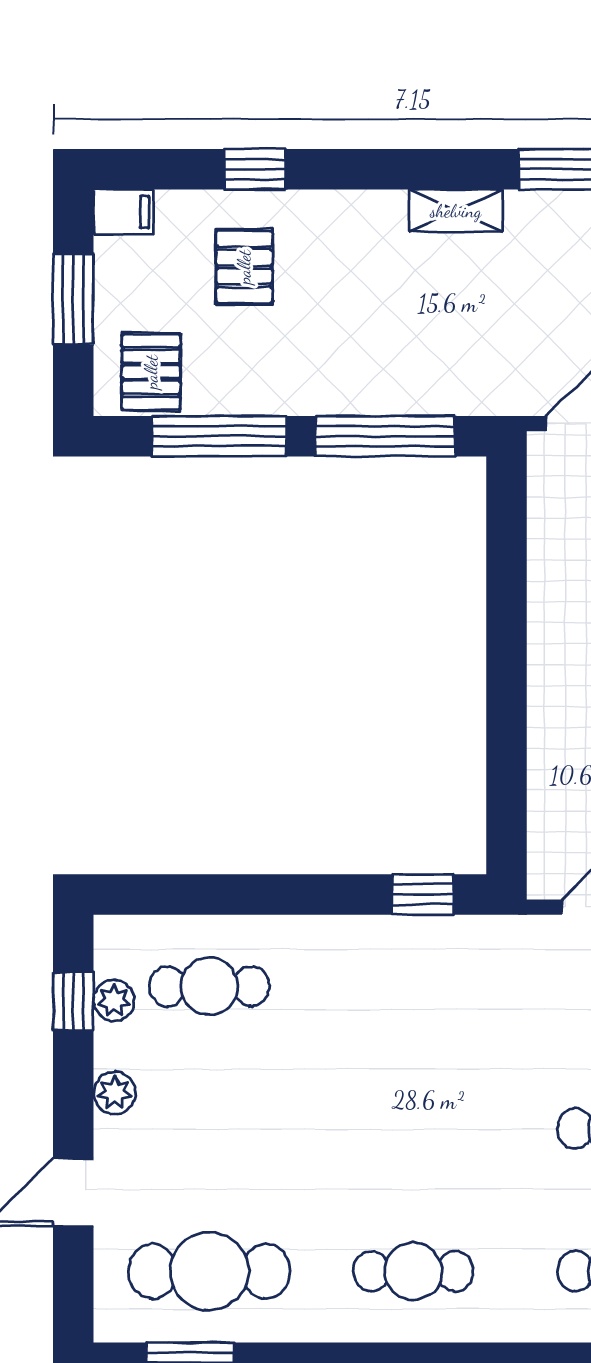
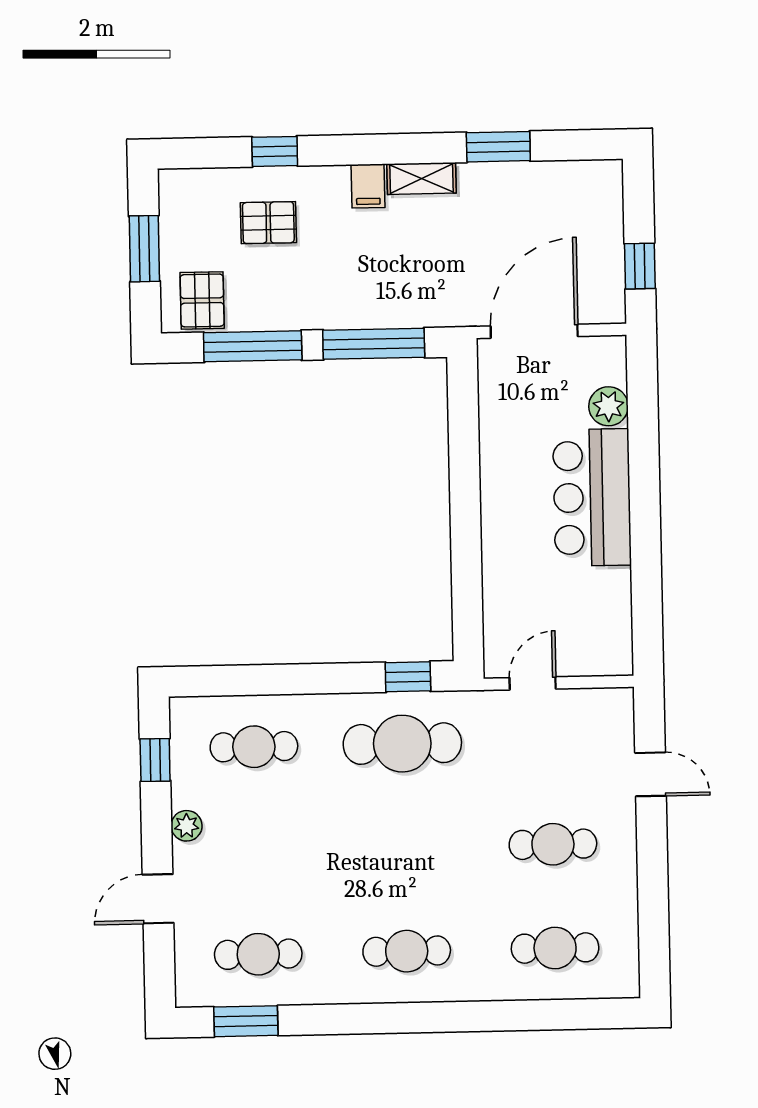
filing cabinet: (124, 212) -> (368, 186), moved, turned 90
pallet: (244, 267) -> (268, 223), turned 90
cafe table: (413, 986) -> (402, 744), added
plant: (114, 1001) -> (185, 759), removed
cafe table: (209, 1271) -> (258, 954), width x0.73, depth x0.74

